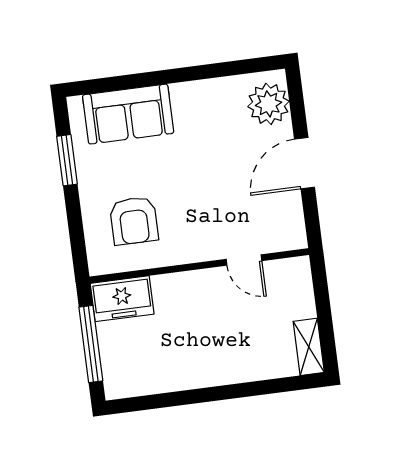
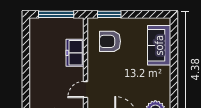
window: (67, 160) -> (109, 14), moved
freezer: (122, 299) -> (75, 53), moved

